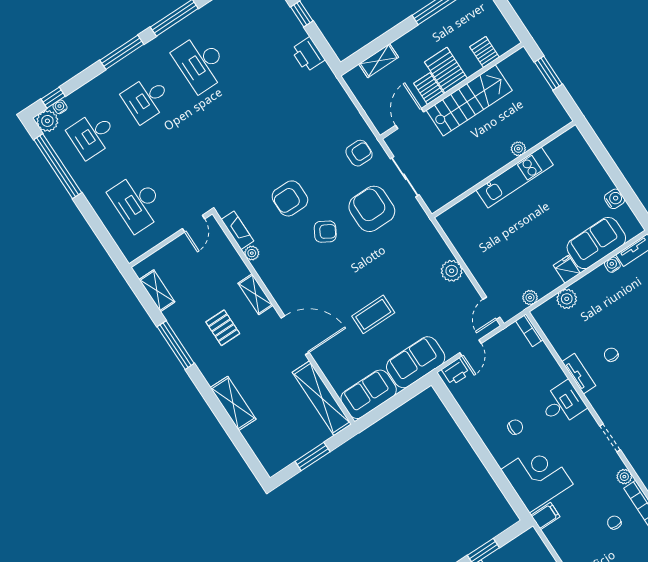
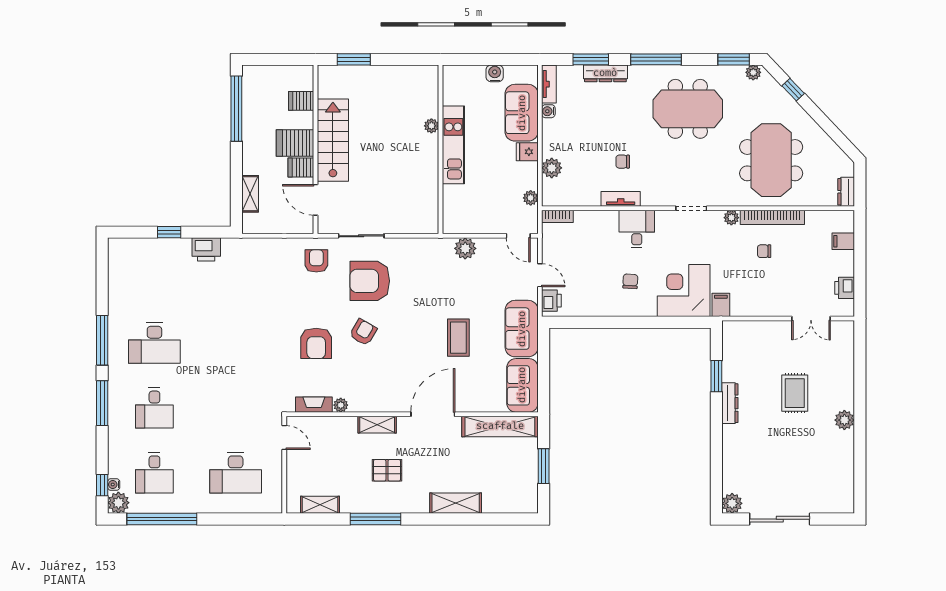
plant: (518, 149) -> (431, 126), moved
wall: (504, 169) -> (441, 149), moved
kitchen unit: (515, 178) -> (453, 145), moved

